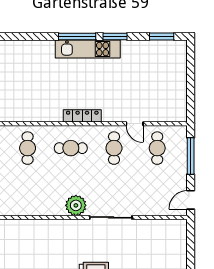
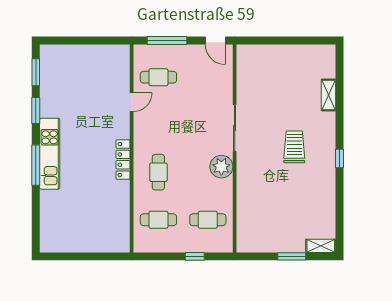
window: (115, 36) -> (36, 111), moved
cafe table: (114, 148) -> (208, 220), moved

